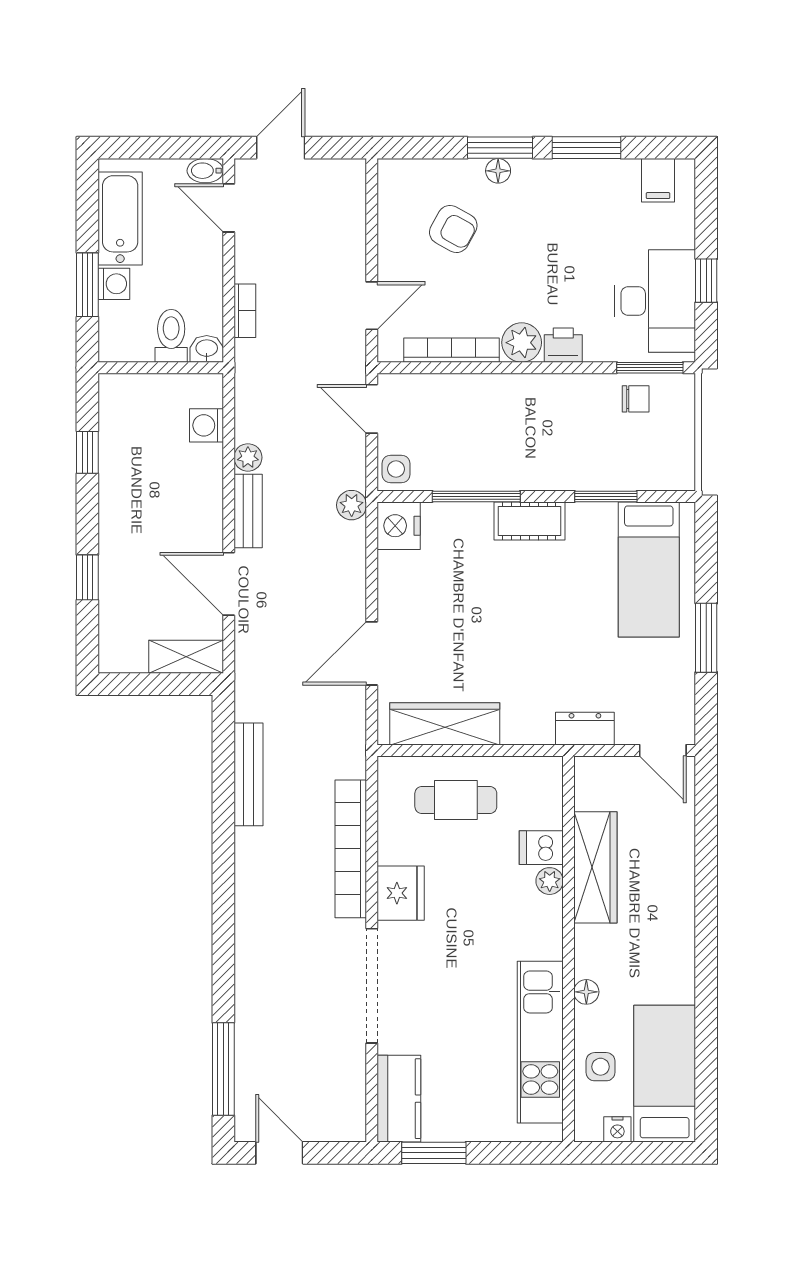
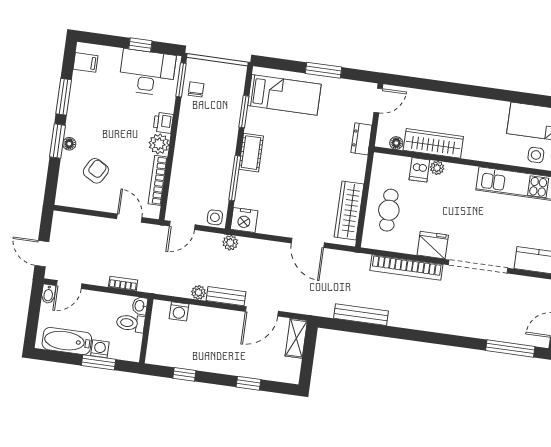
floor lamp: (586, 992) -> (396, 143), moved

